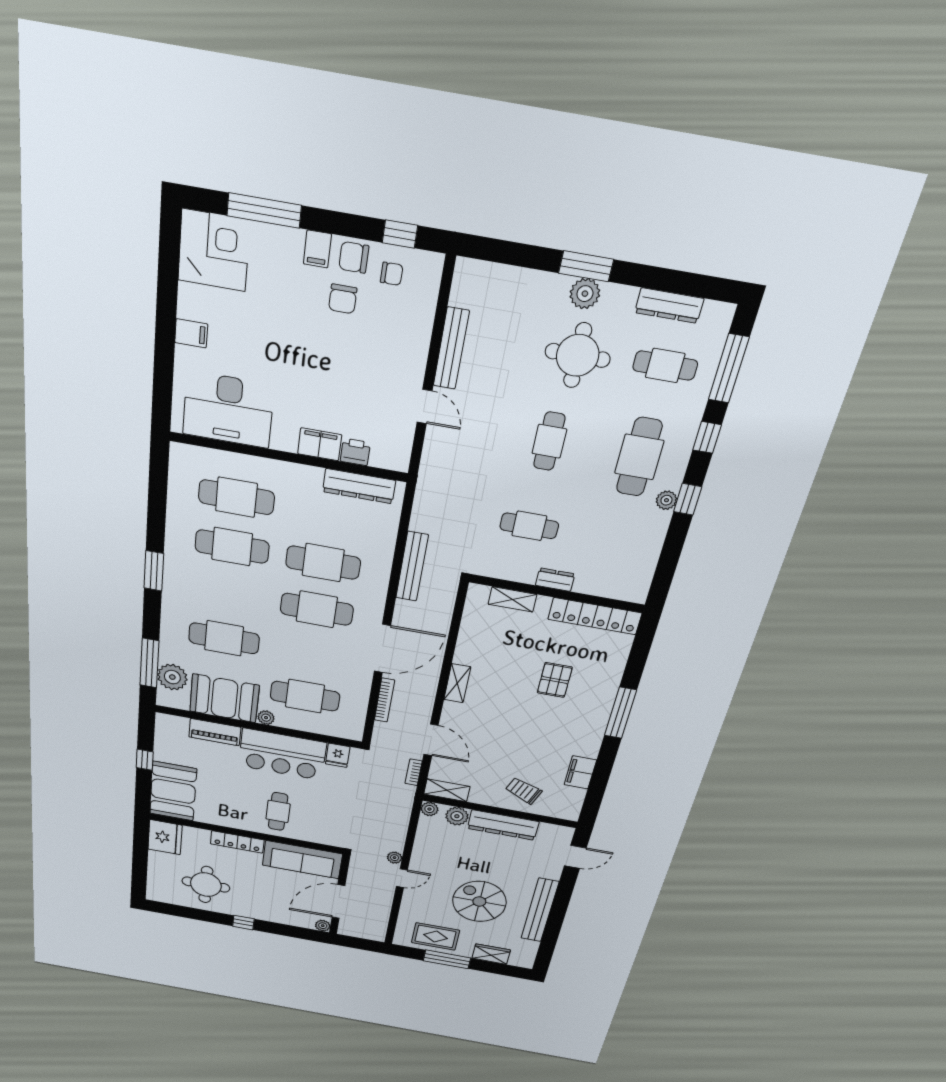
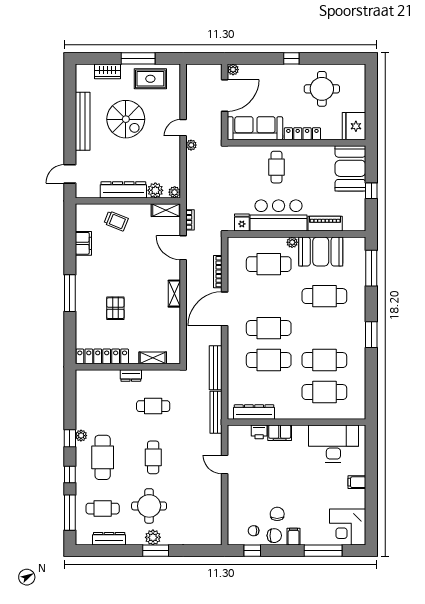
bench: (451, 348) -> (216, 412), moved
plant: (172, 677) -> (356, 261), removed

